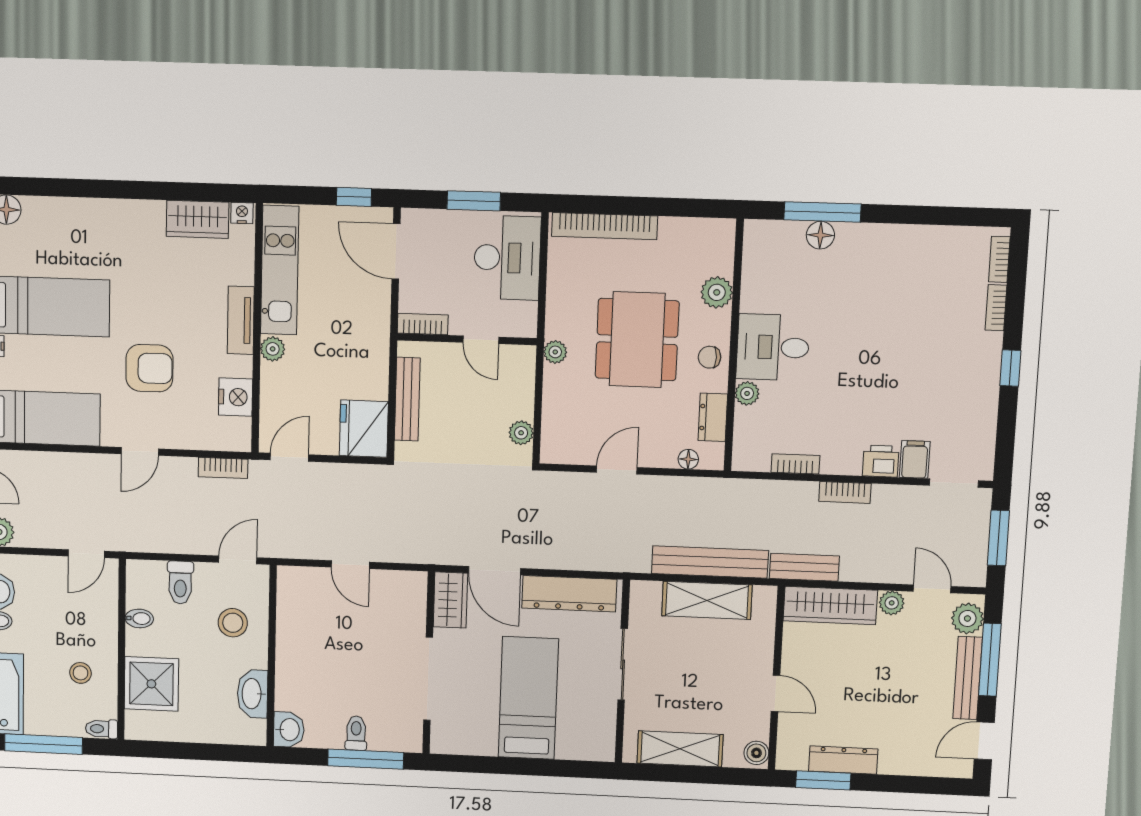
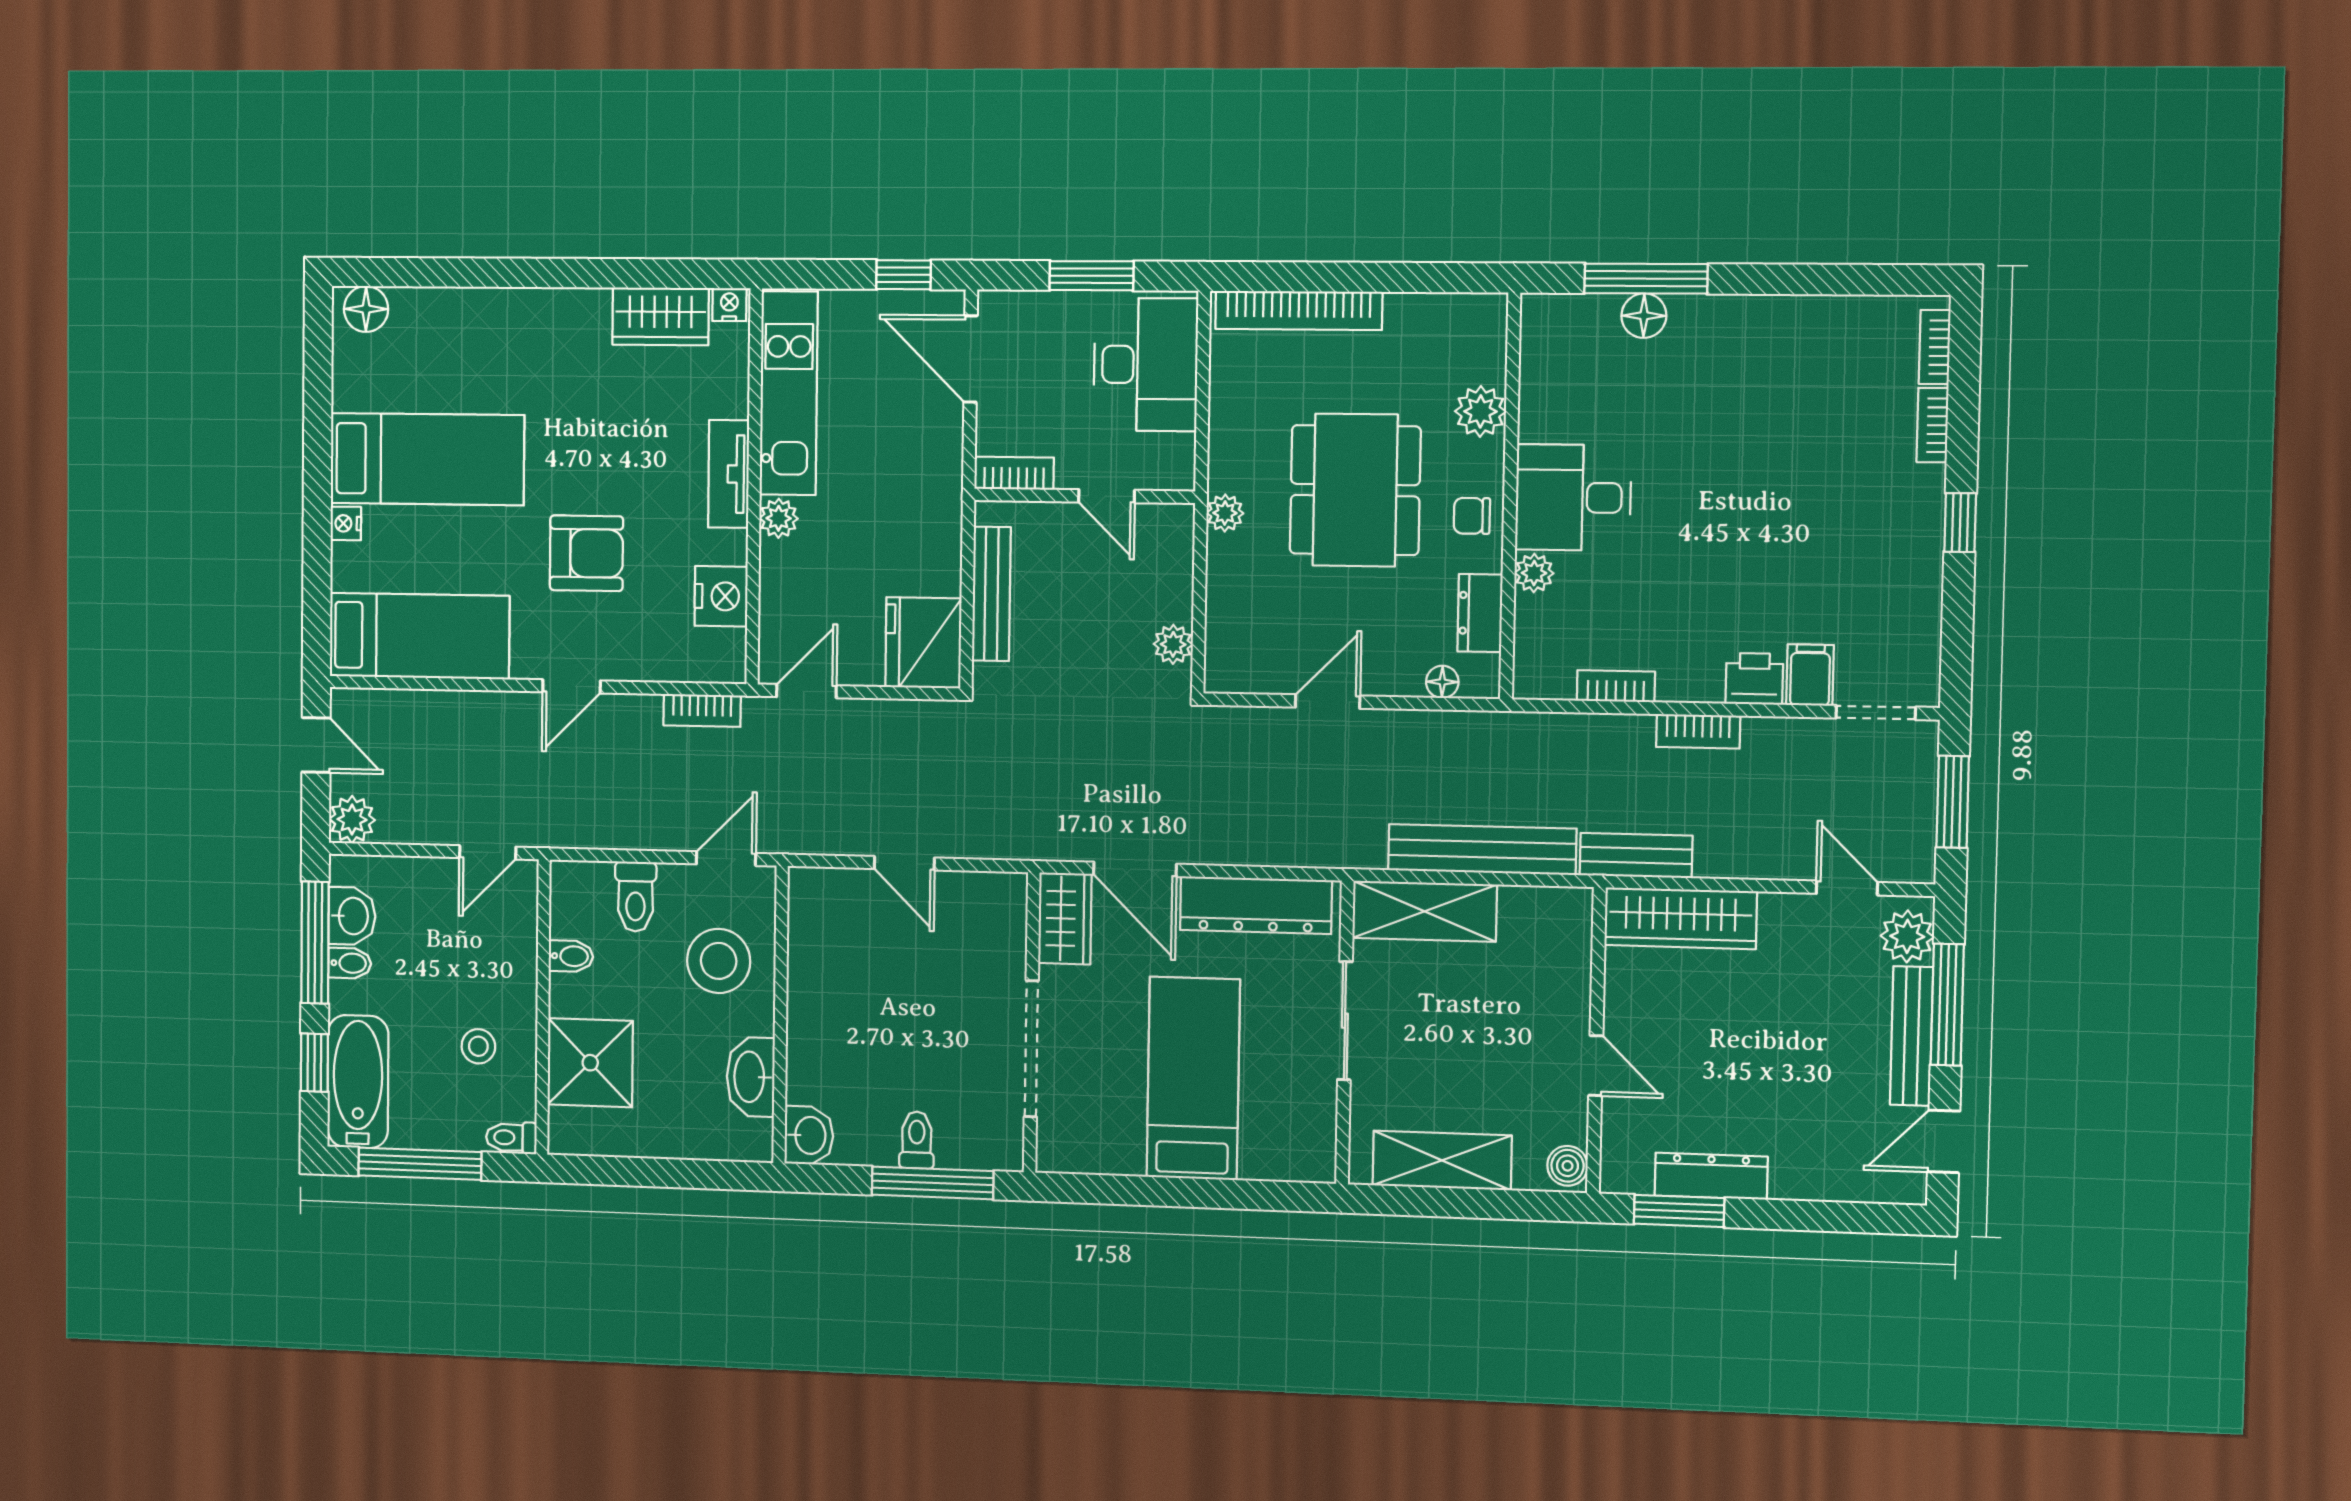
shelving: (707, 600) -> (1425, 911), moved
plant: (892, 603) -> (1781, 912), removed
stool: (233, 623) -> (719, 961), width x1.38, depth x1.38

